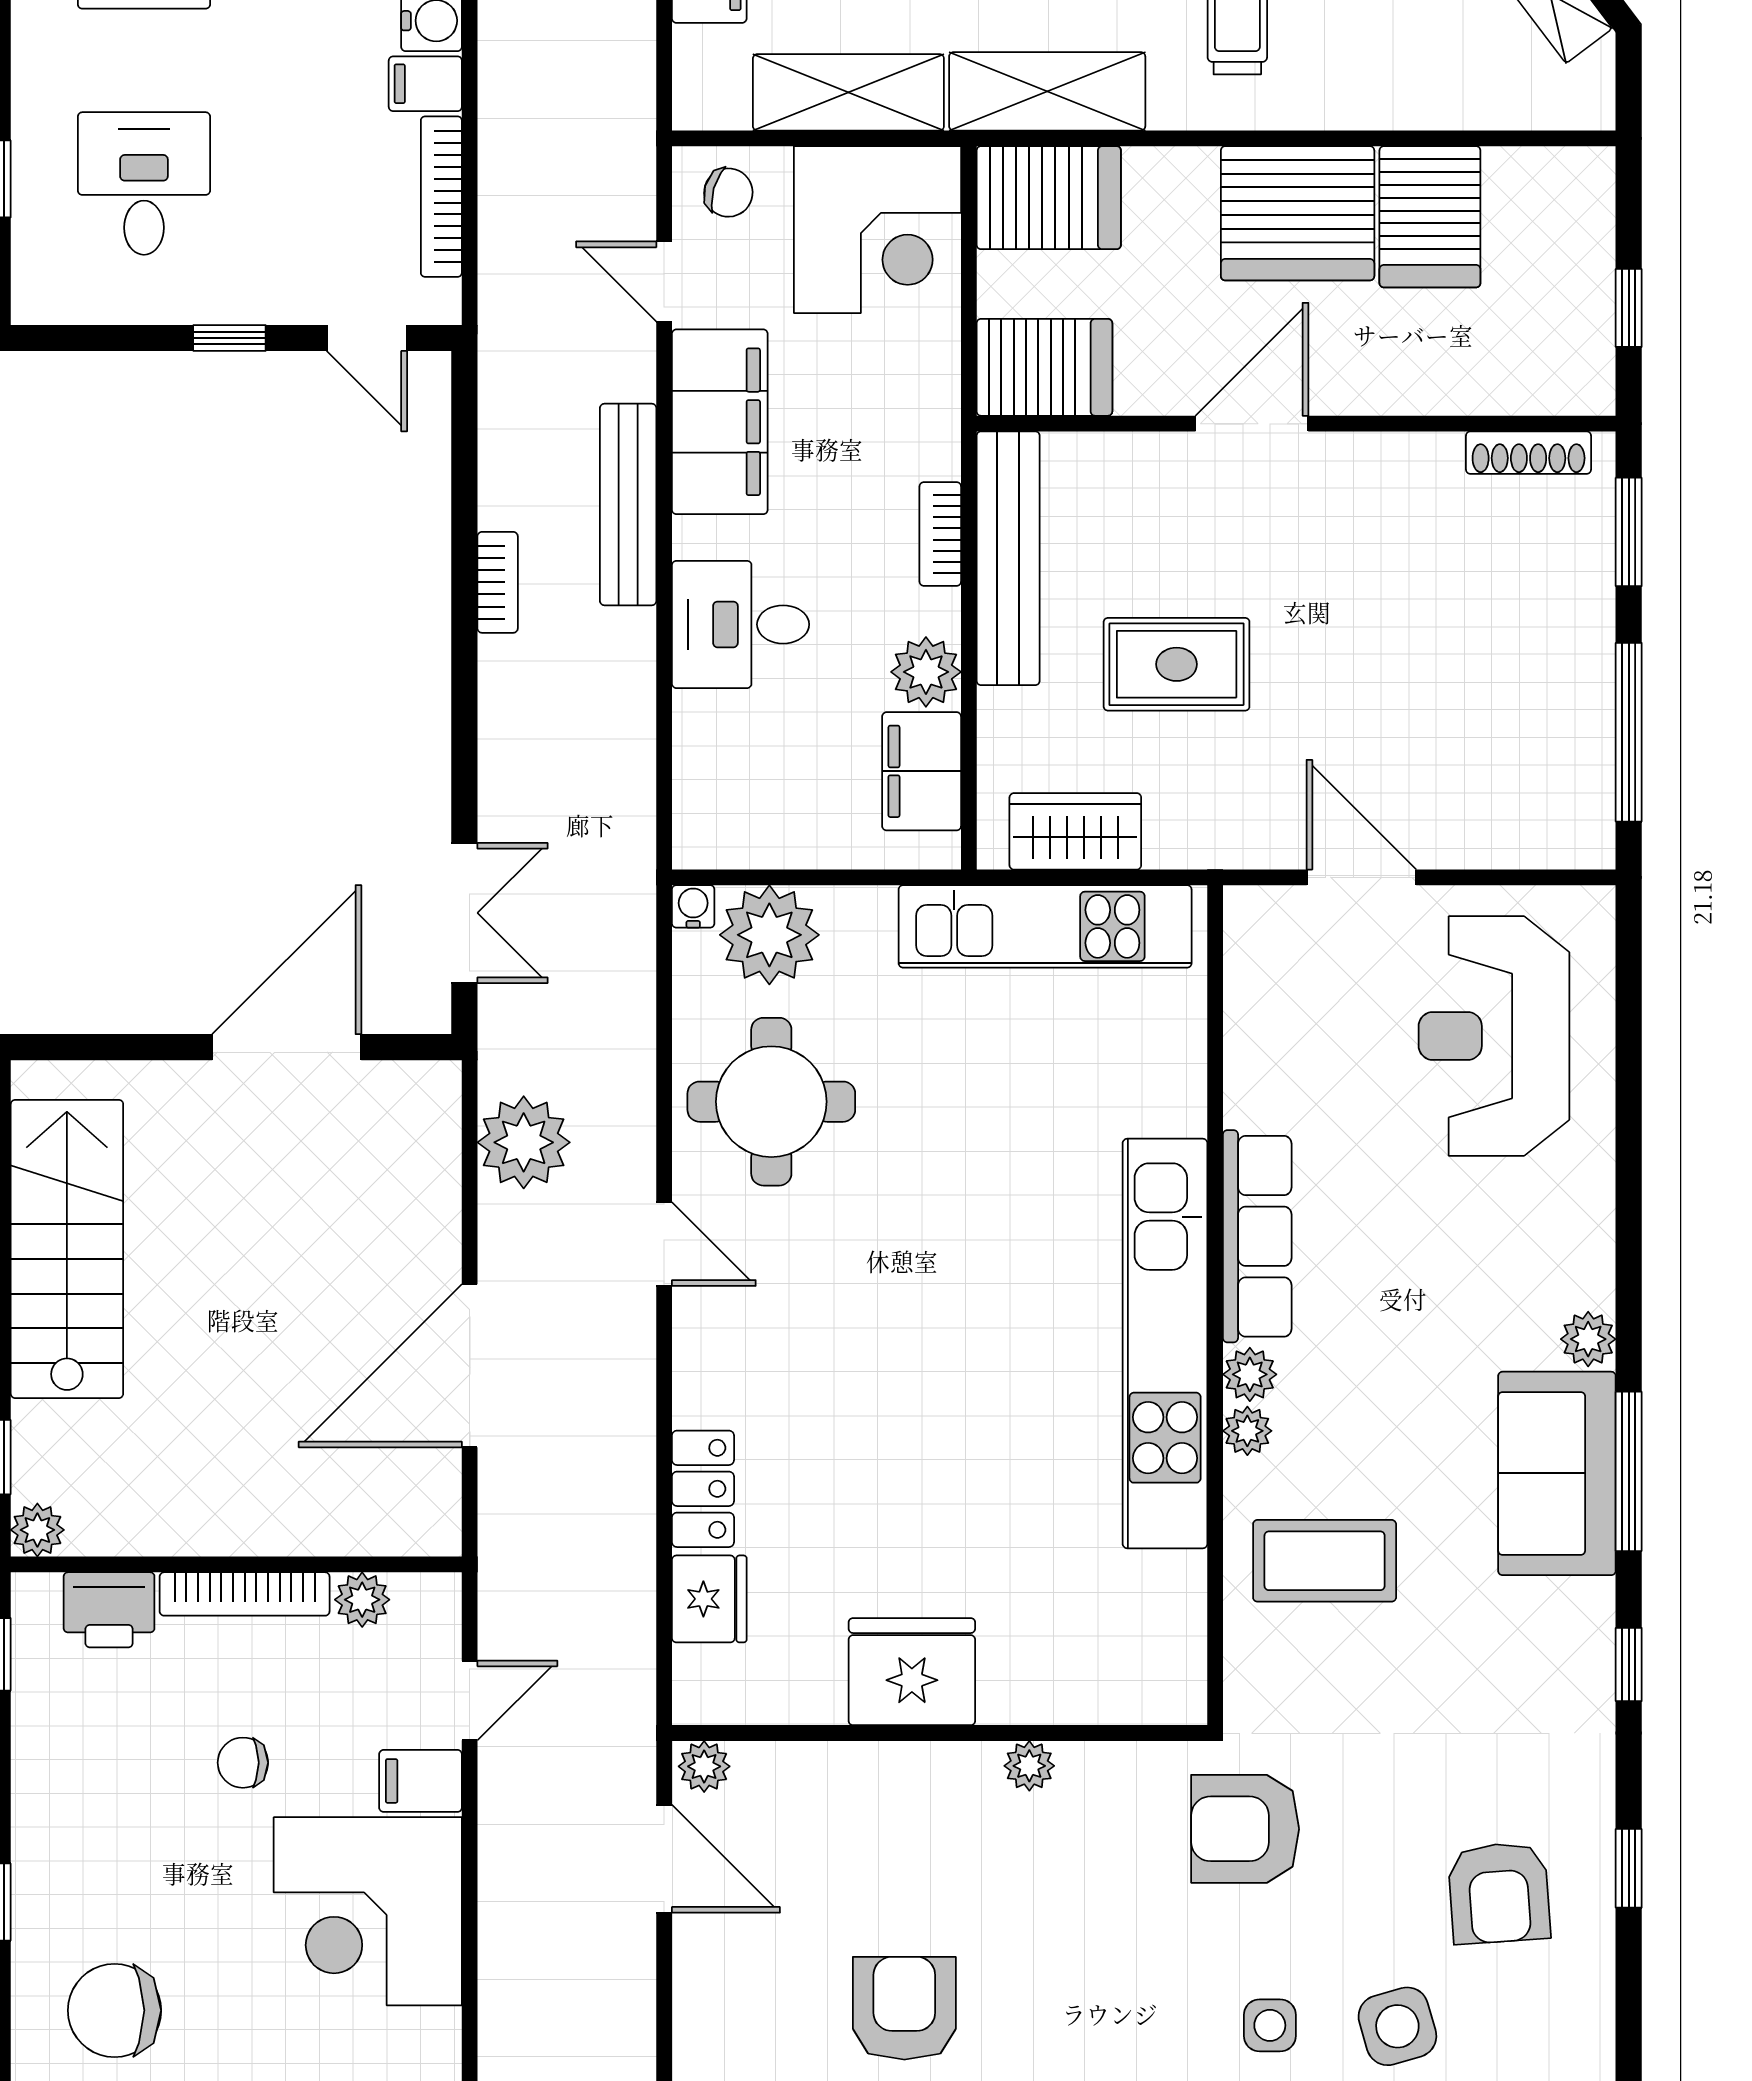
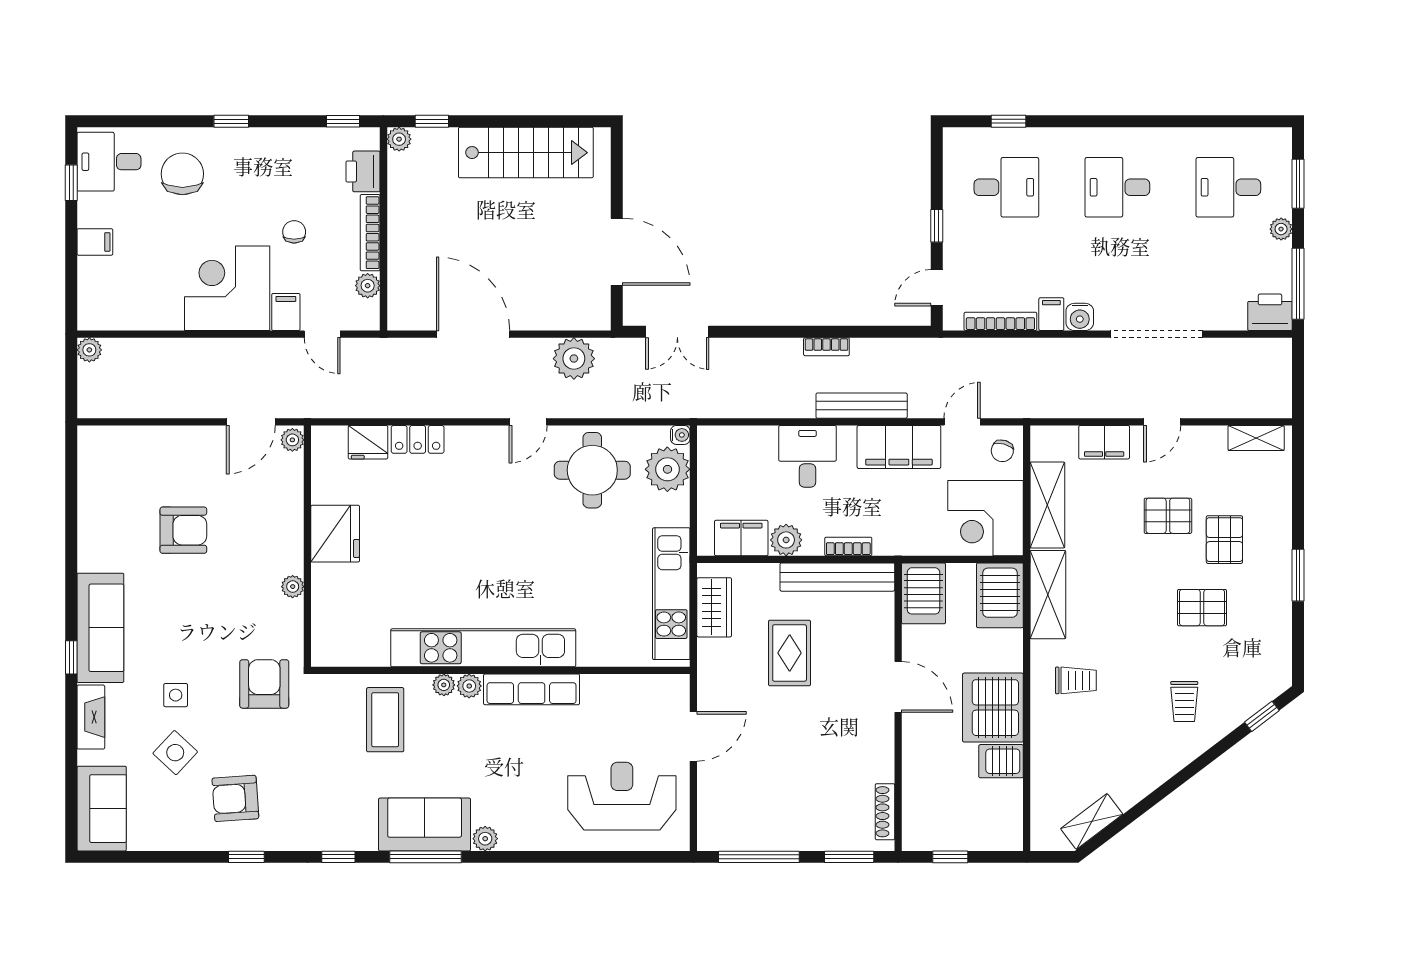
server rack: (1430, 217) -> (1001, 761), width x0.73, depth x0.70
side table: (1397, 2026) -> (175, 753), turned -31

